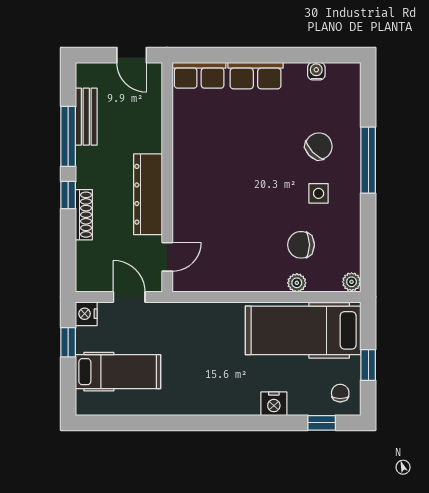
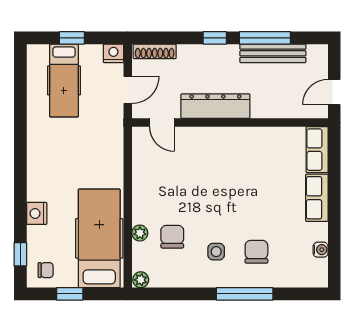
bench: (86, 117) -> (273, 53), width x1.36
chair: (319, 146) -> (256, 252), turned -136
shoe rack: (84, 215) -> (155, 51), moved
window: (68, 342) -> (72, 38), moved

